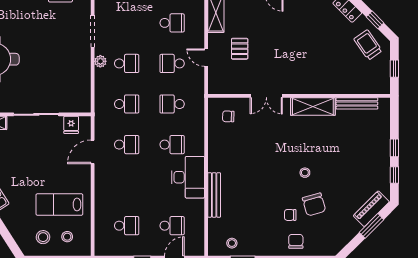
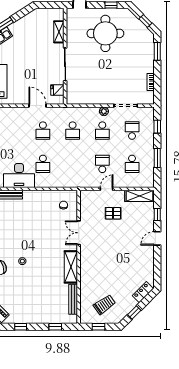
trolley: (368, 45) -> (104, 305), moved
school desk: (172, 104) -> (132, 131), moved
window: (394, 148) -> (55, 327), moved

